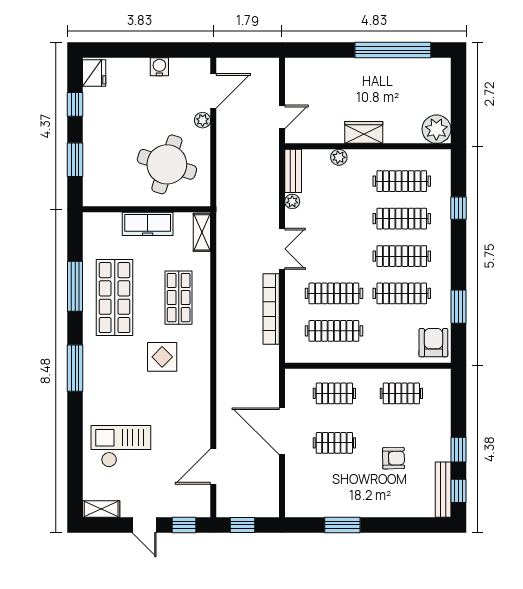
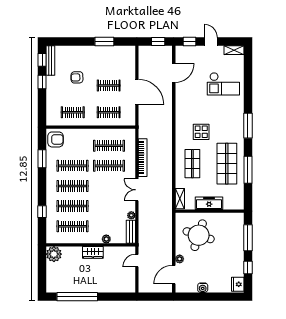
window: (75, 160) -> (248, 238), width x1.44
armchair: (433, 343) -> (55, 139), turned -90

